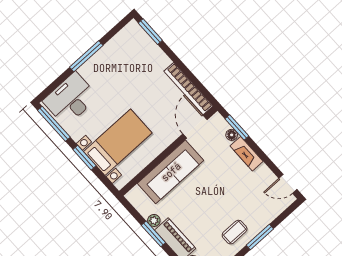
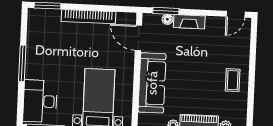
bookcase: (188, 89) -> (89, 17), moved
window: (260, 237) -> (252, 67), removed

